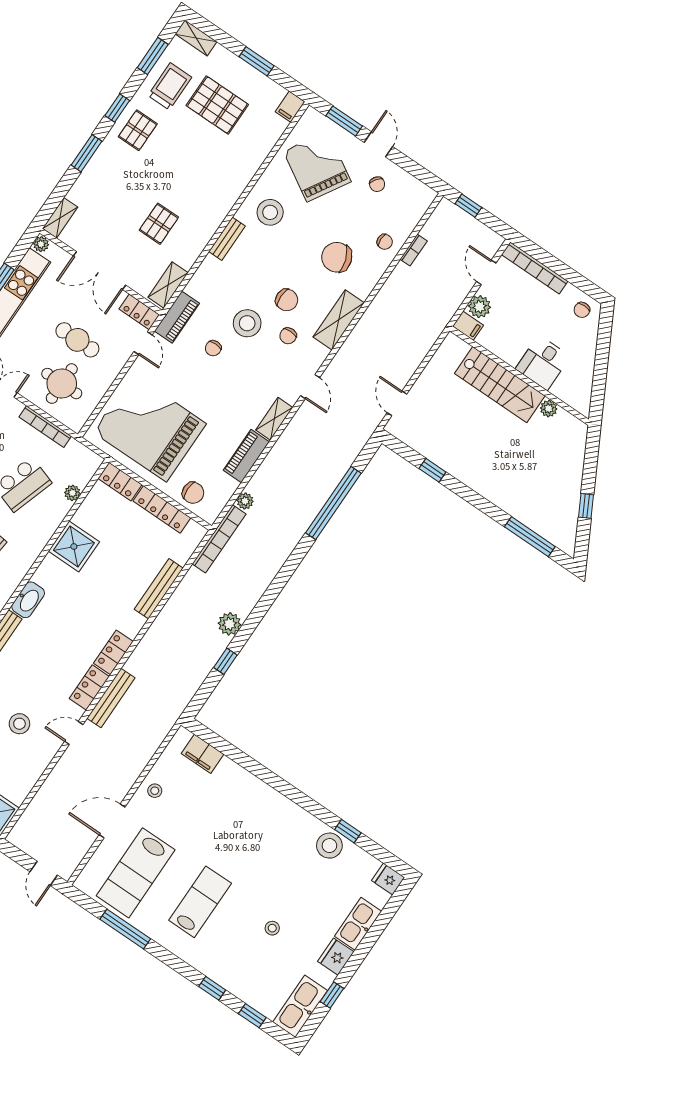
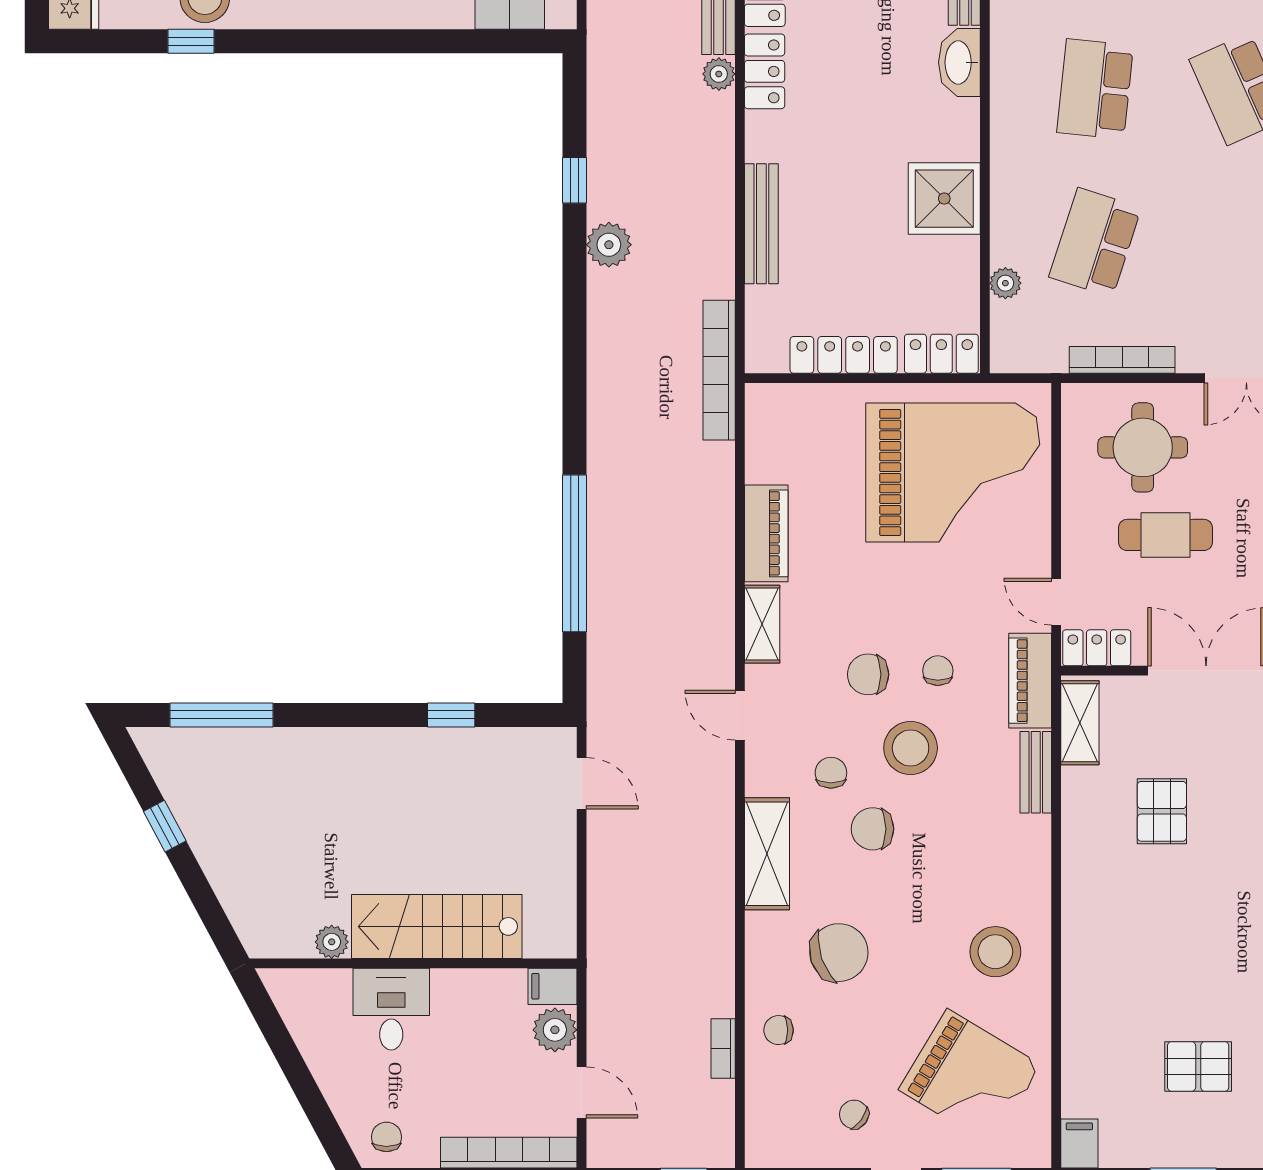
pallet: (217, 105) -> (1198, 1066), width x0.67, depth x0.71
bench: (227, 239) -> (1036, 772), moved
chair: (193, 493) -> (868, 674), moved
plant: (245, 501) -> (719, 74), moved

